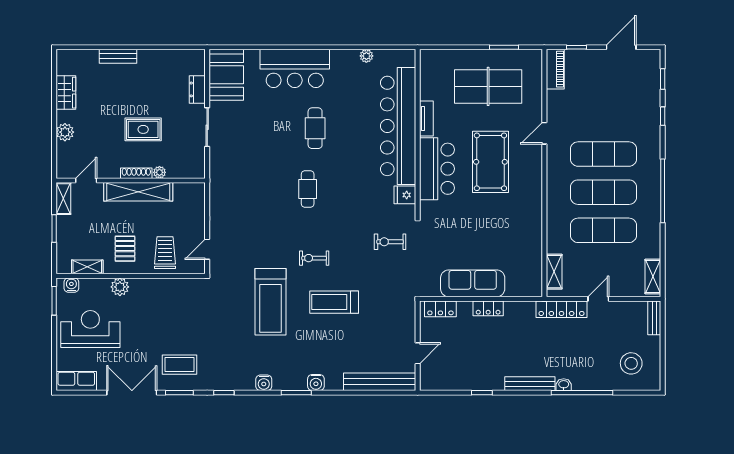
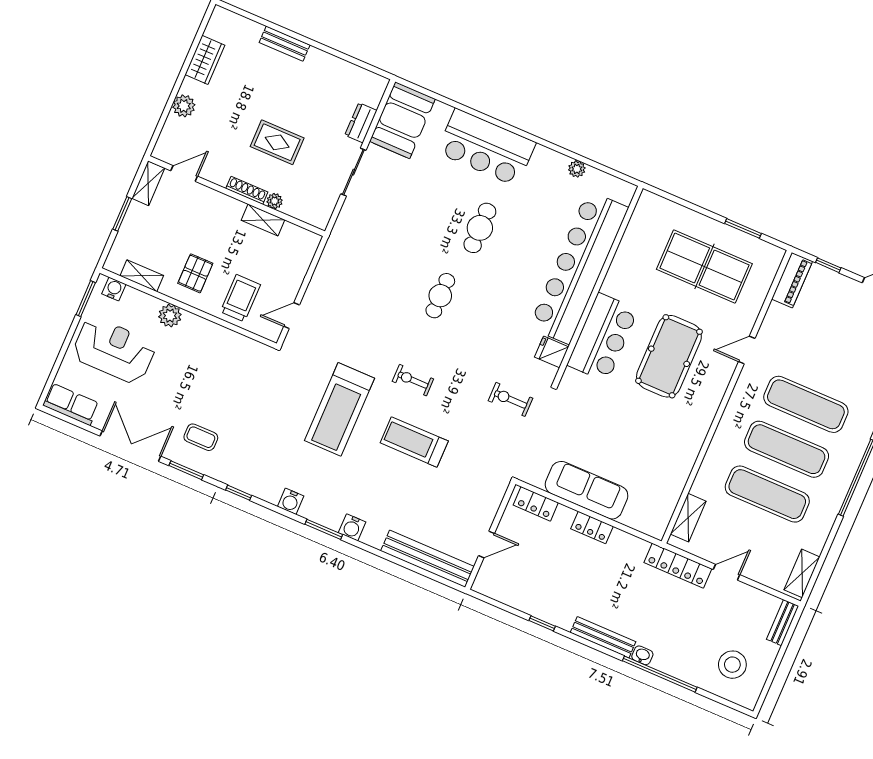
tv unit: (426, 119) -> (616, 273), removed
shelving: (138, 192) -> (263, 220), width x0.45, depth x0.75
coffee table: (180, 365) -> (201, 437), width x0.73, depth x0.77

